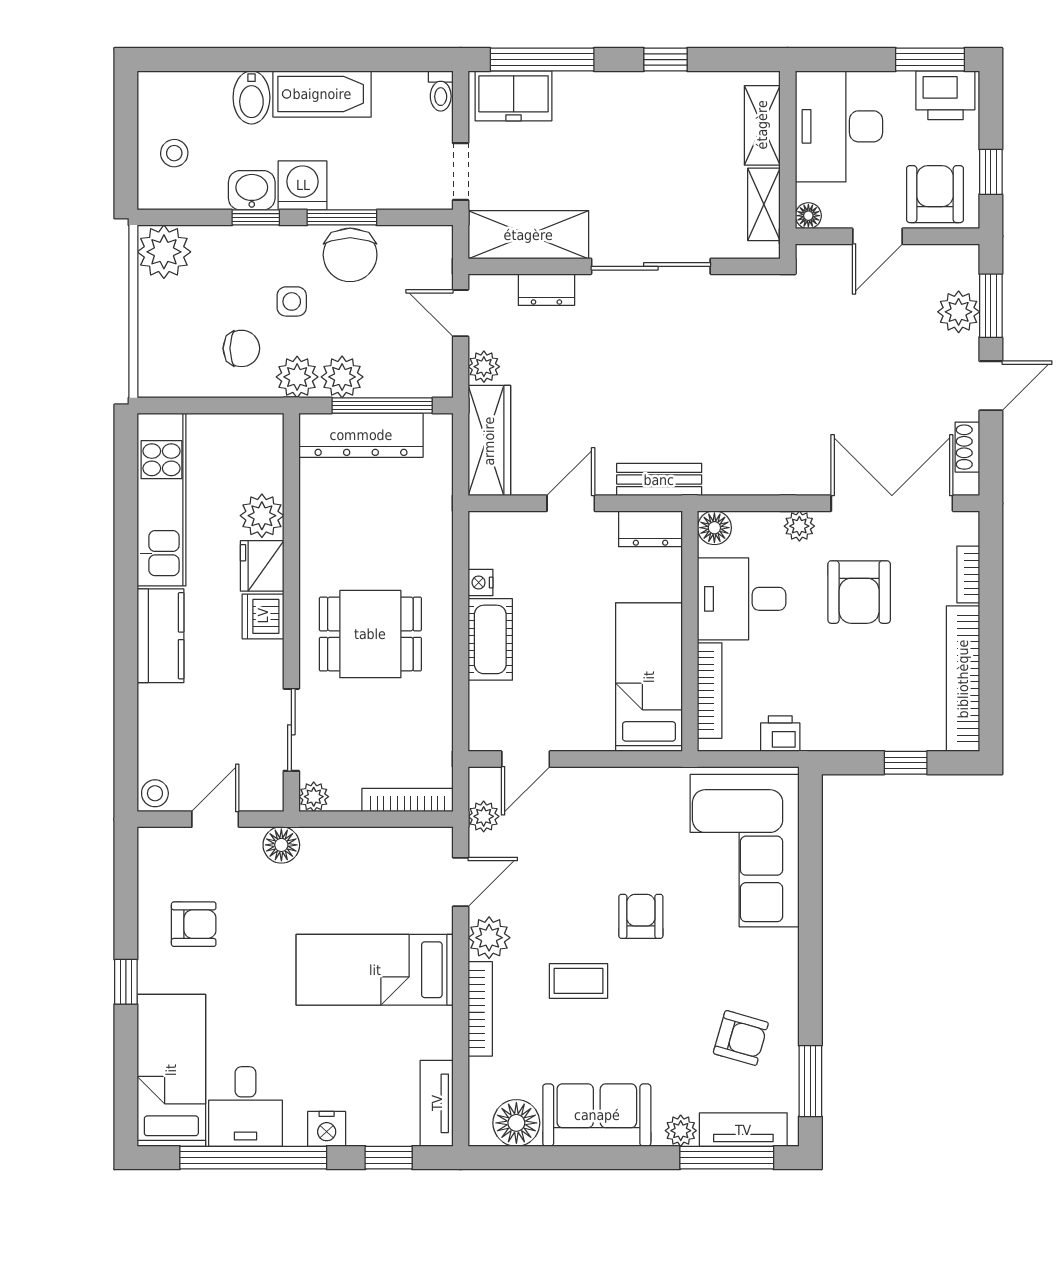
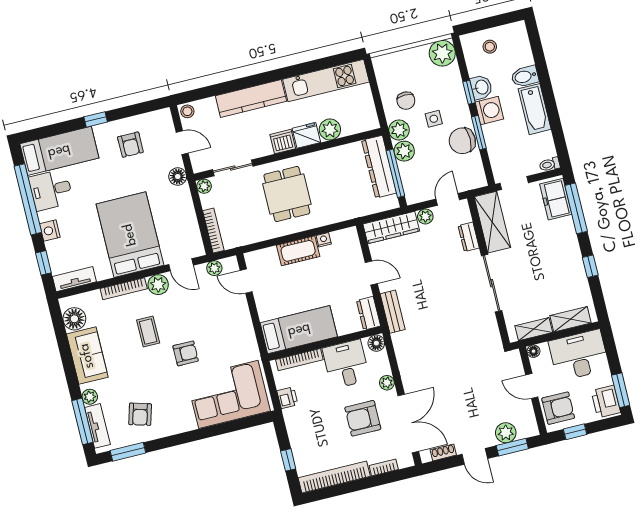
kitchen counter: (161, 636) -> (251, 99), width x1.50
bed: (375, 970) -> (130, 235), width x1.50

